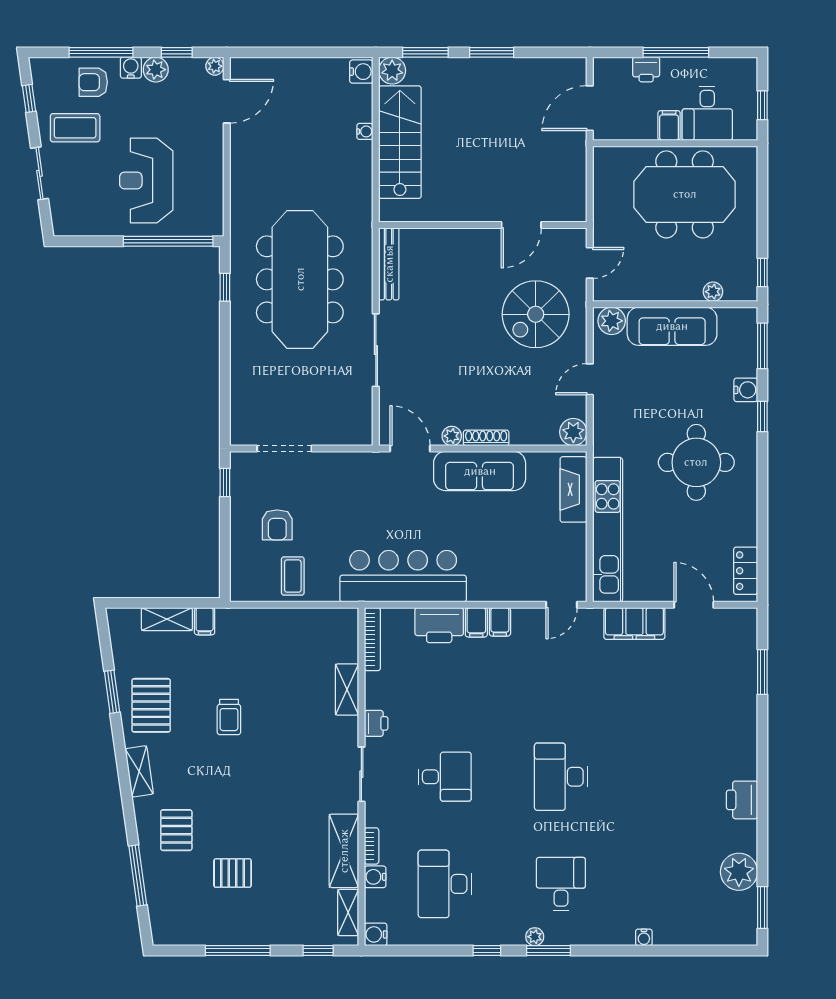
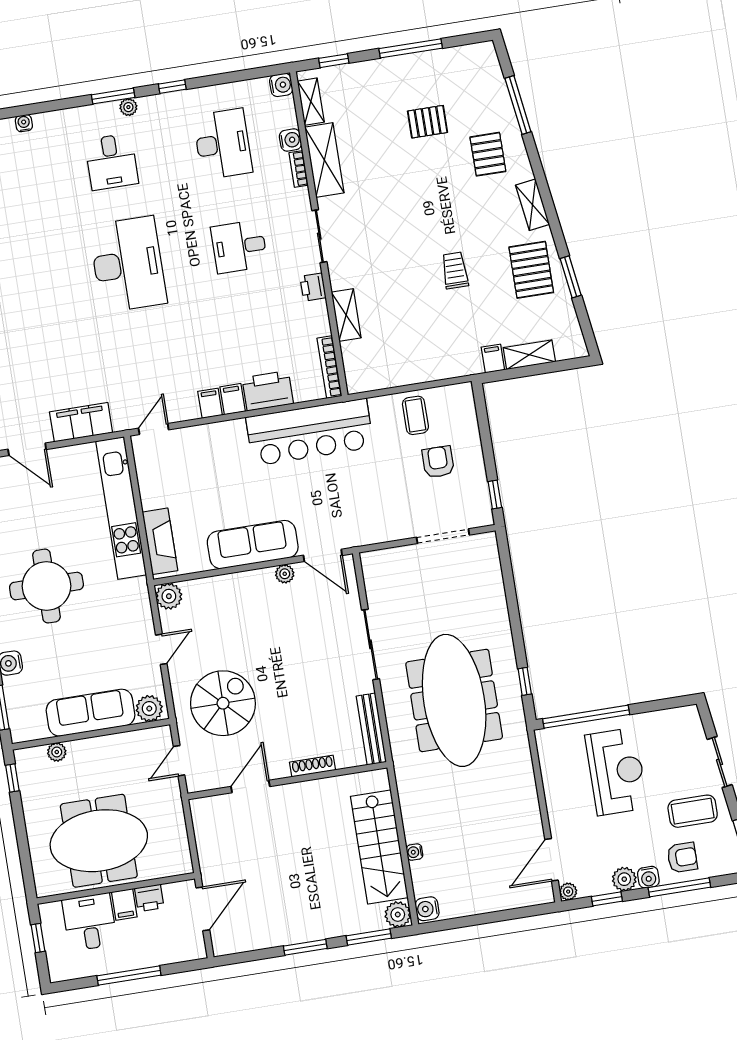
printer: (646, 69) -> (149, 898), moved, turned 180
shoe rack: (486, 438) -> (313, 766), moved, turned 180
desk: (561, 777) -> (128, 264), width x1.36, depth x1.30

